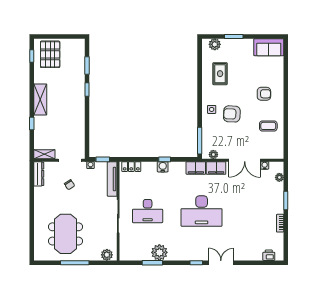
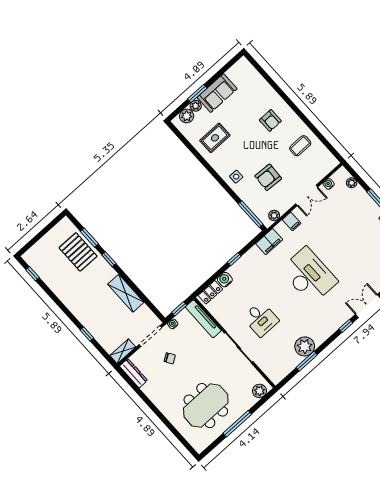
plant: (226, 43) -> (196, 106), added
sofa: (269, 47) -> (217, 93), moved
pallet: (50, 54) -> (78, 252), moved
rug: (220, 74) -> (215, 138), turned 90
armchair: (264, 94) -> (270, 121), turned 90
shelving: (40, 99) -> (126, 293), moved
armchair: (232, 114) -> (268, 177), moved
double door: (245, 160) -> (307, 195), width x0.73
water cooler: (163, 167) -> (225, 280), moved
filing cabinet: (216, 168) -> (292, 222), width x0.50
desk: (148, 211) -> (261, 319), width x0.73
desk: (202, 211) -> (309, 276), turned -90
meeting table: (65, 234) -> (206, 406), turned 90

